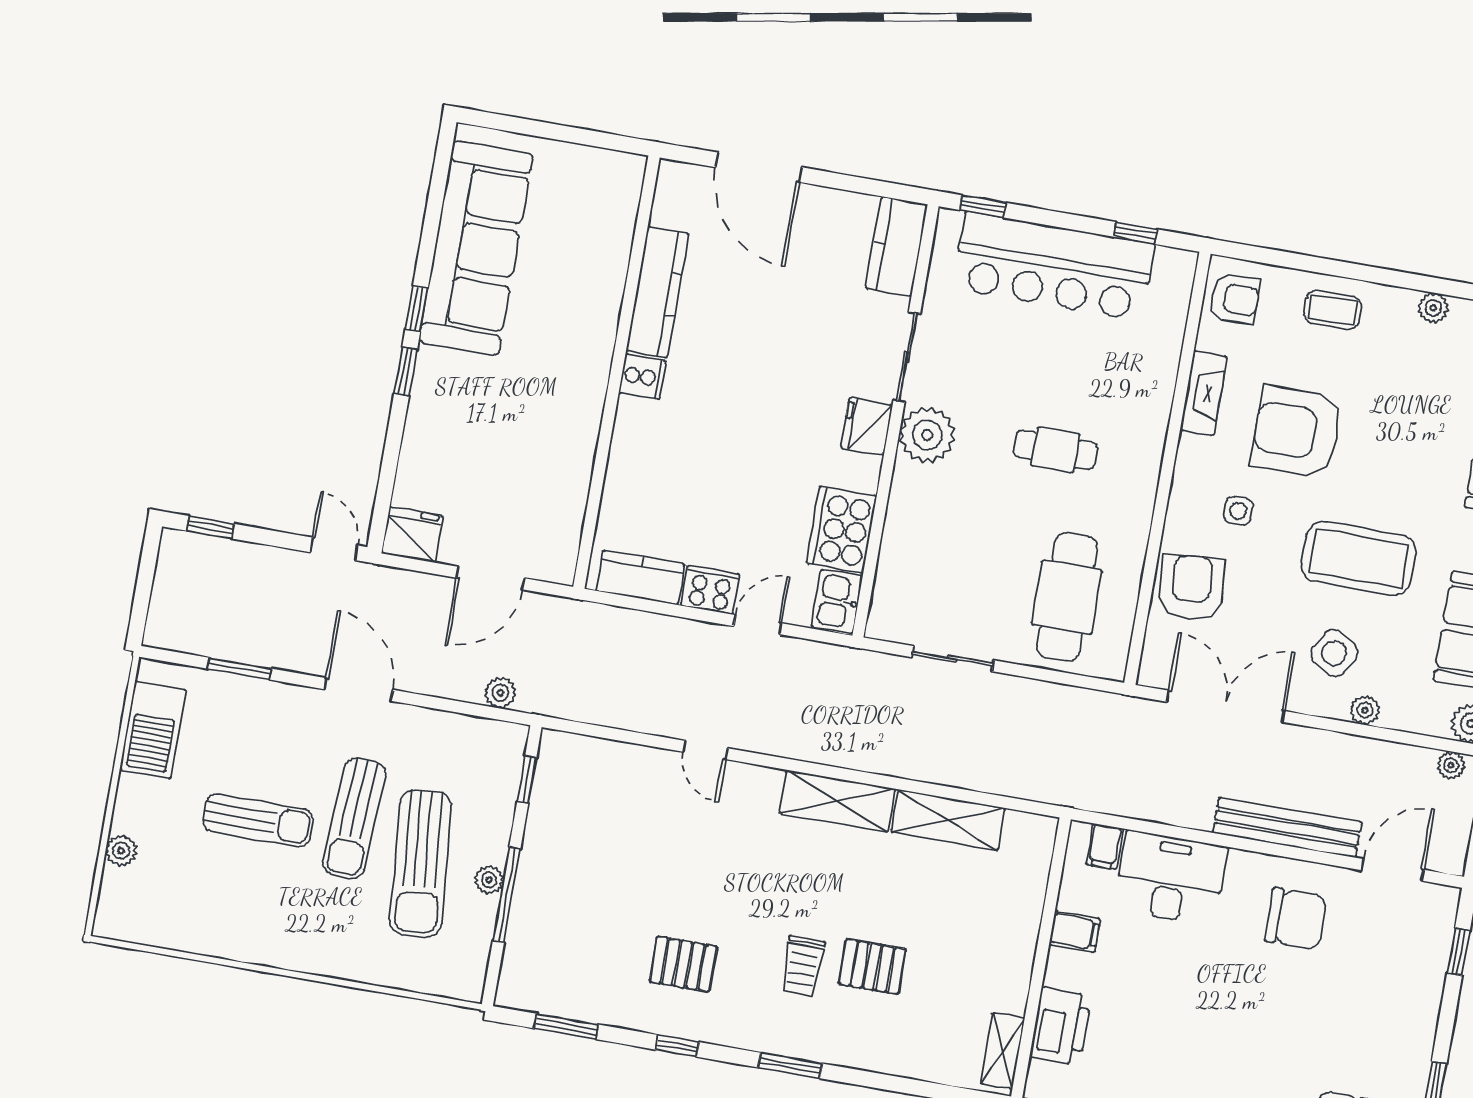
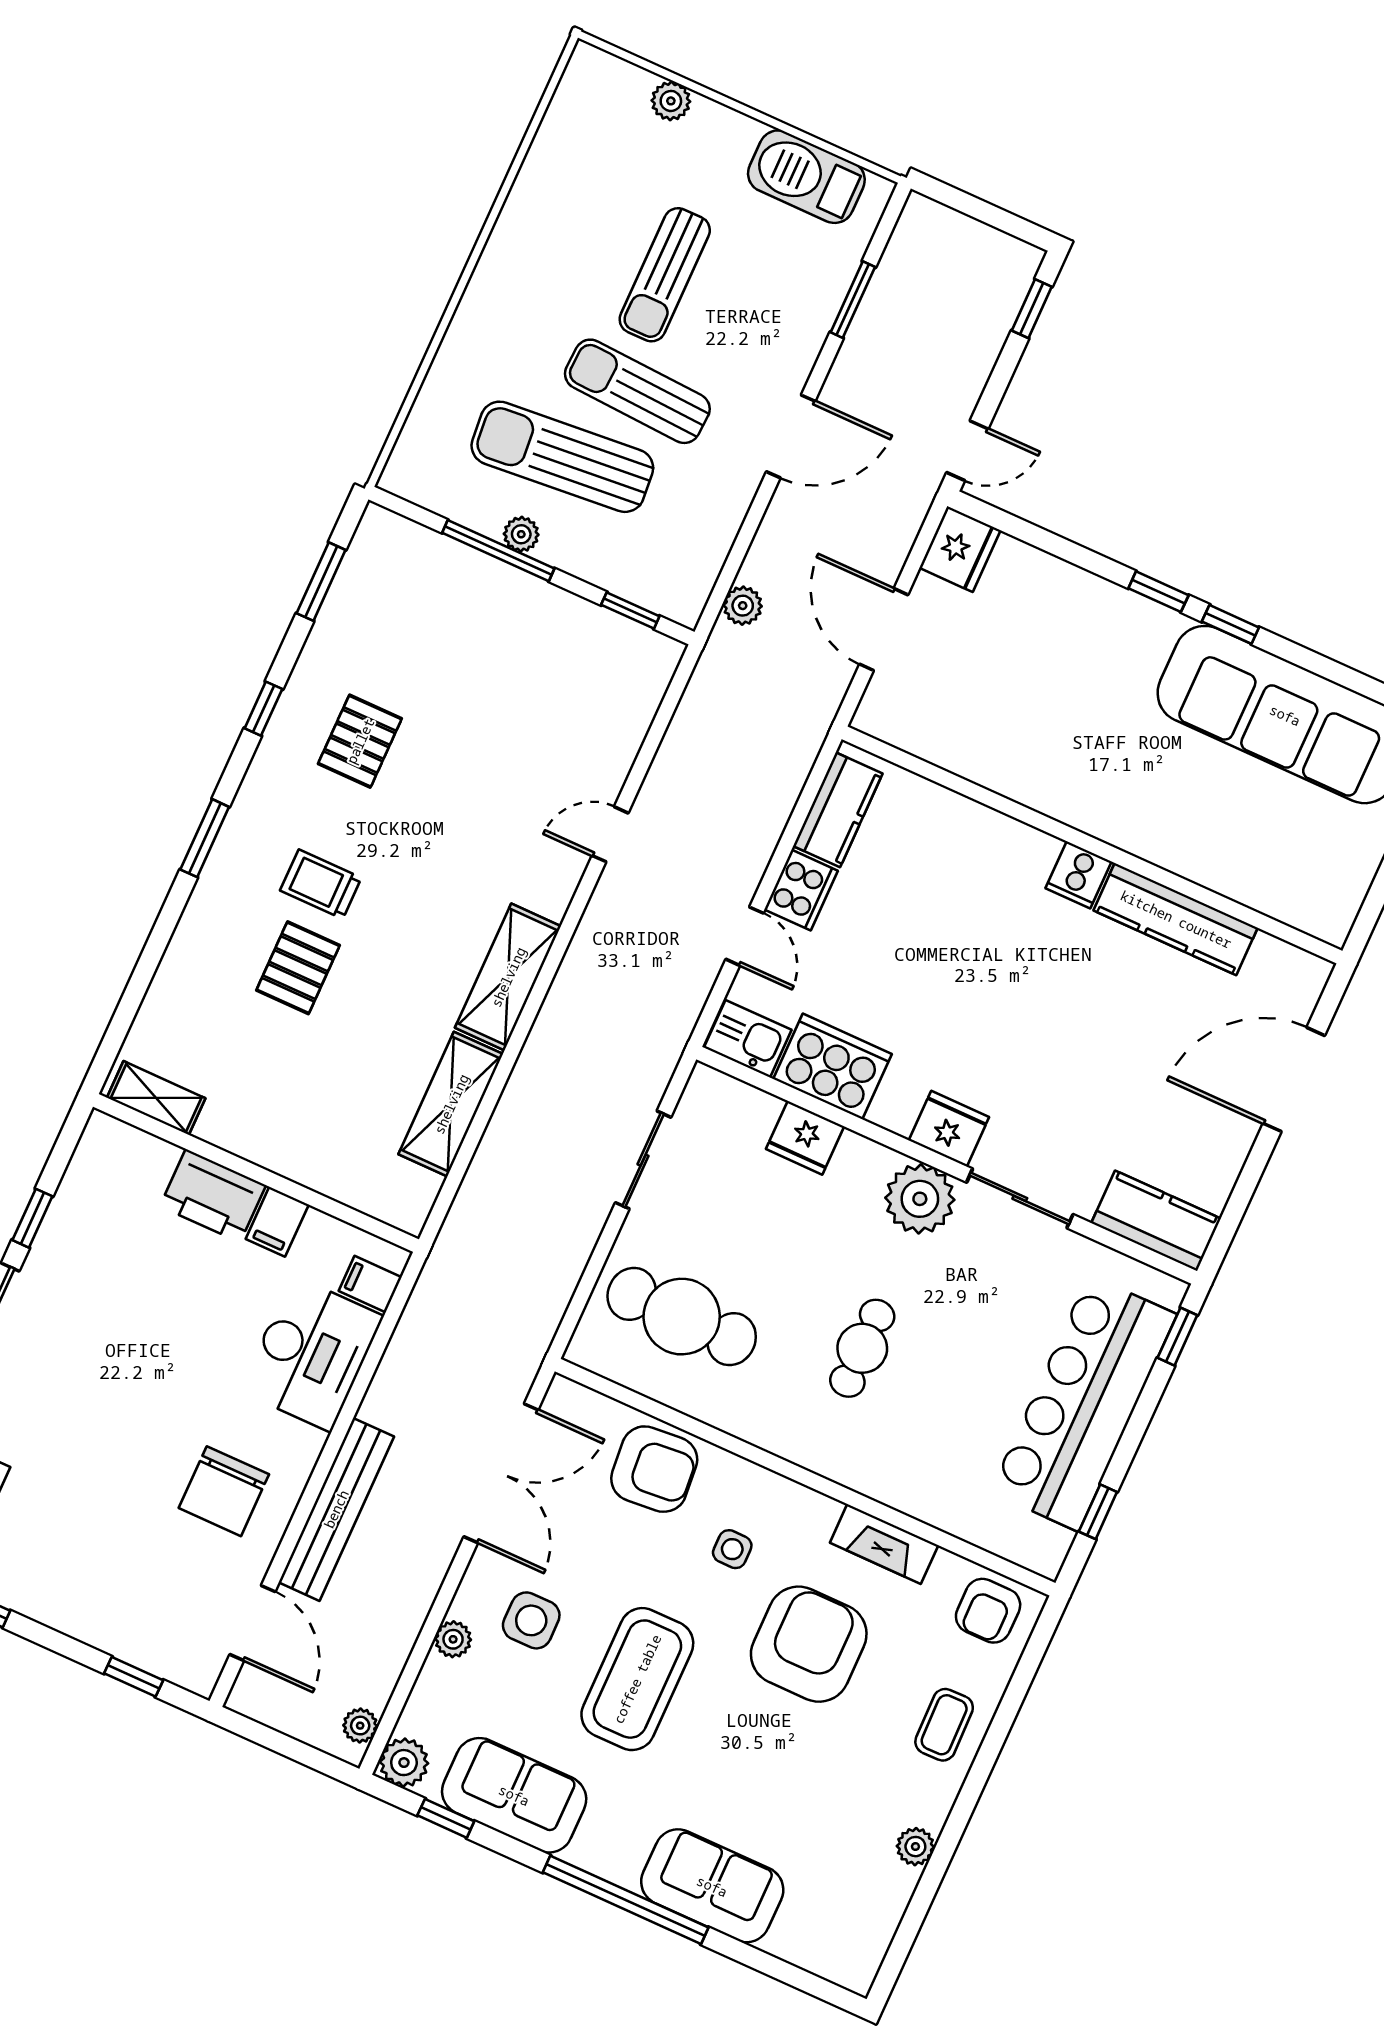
fridge: (903, 537) -> (805, 1138), added
side table: (1334, 653) -> (531, 1620), turned -31
printer: (1060, 1026) -> (213, 1196), moved

